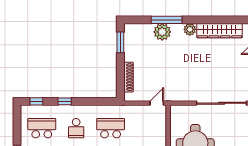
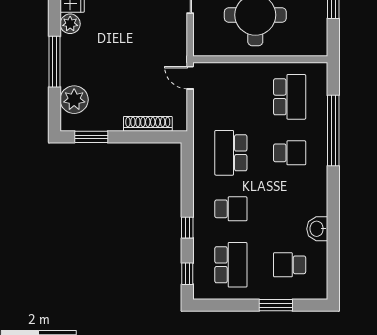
plant: (162, 32) -> (74, 100), moved
school desk: (42, 128) -> (231, 265), turned 180

